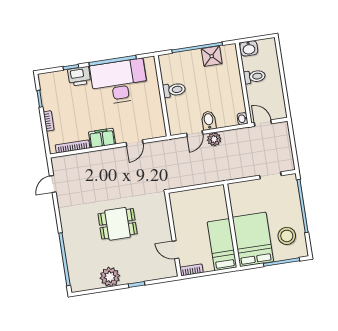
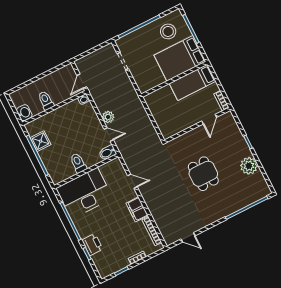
desk: (119, 82) -> (84, 193), moved, turned 90
bidet: (209, 120) -> (107, 153), moved

